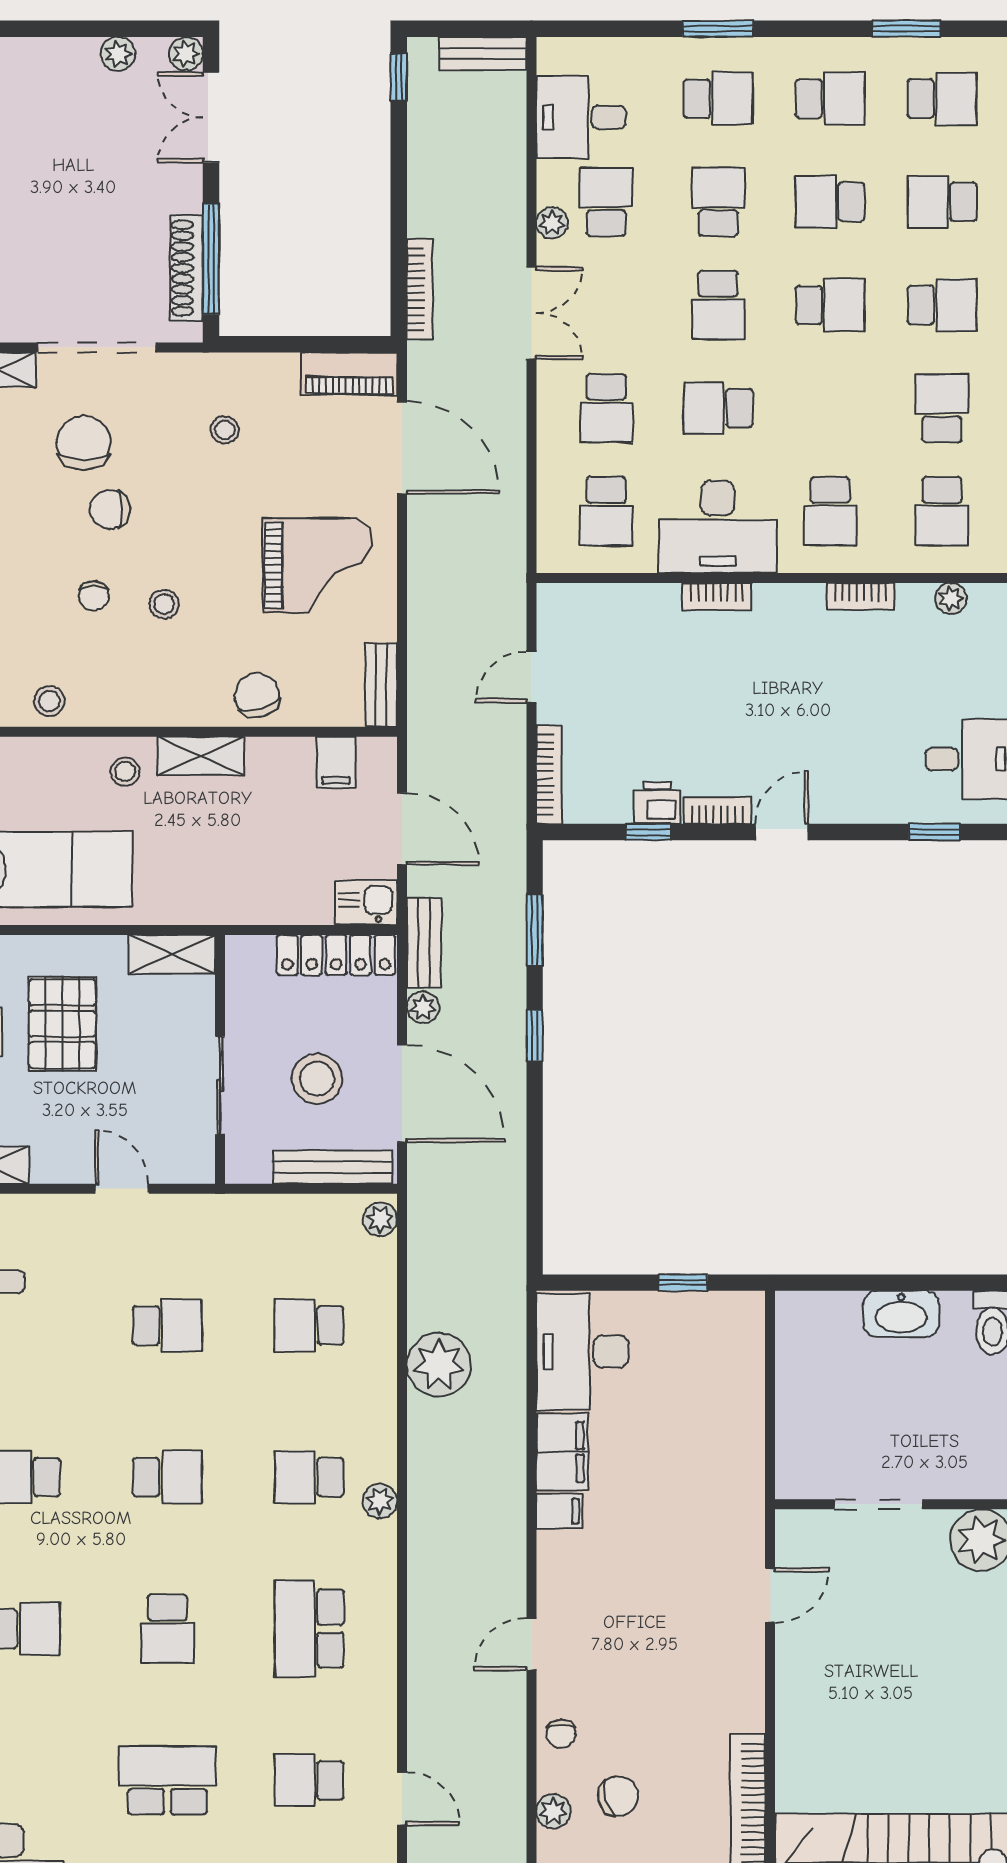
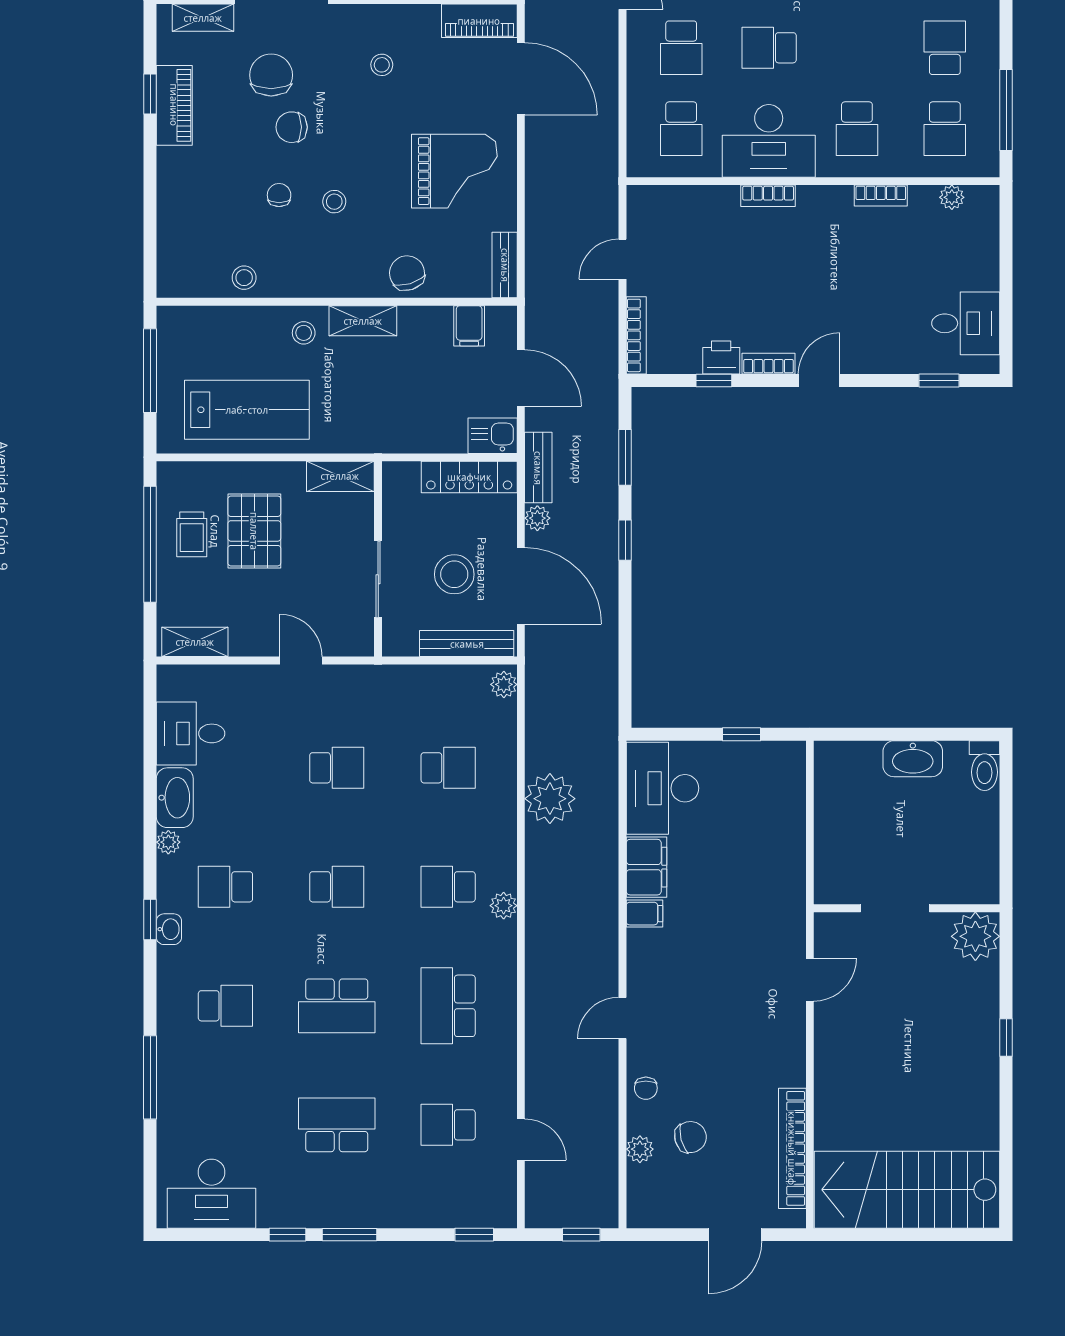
chair: (94, 596) -> (279, 195), turned 180
school desk: (309, 1325) -> (448, 768), turned 180
school desk: (167, 1629) -> (337, 1006), width x1.85

